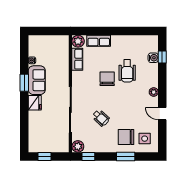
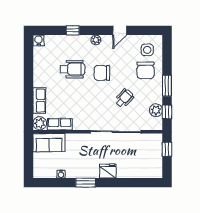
window: (162, 57) -> (73, 30), moved
water cooler: (153, 58) -> (38, 40), moved
chair: (107, 79) -> (102, 73), moved
sofa: (37, 80) -> (49, 143), moved, turned 180
plant: (78, 146) -> (156, 110), moved
window: (44, 156) -> (167, 149), moved
window: (126, 156) -> (167, 86), moved

